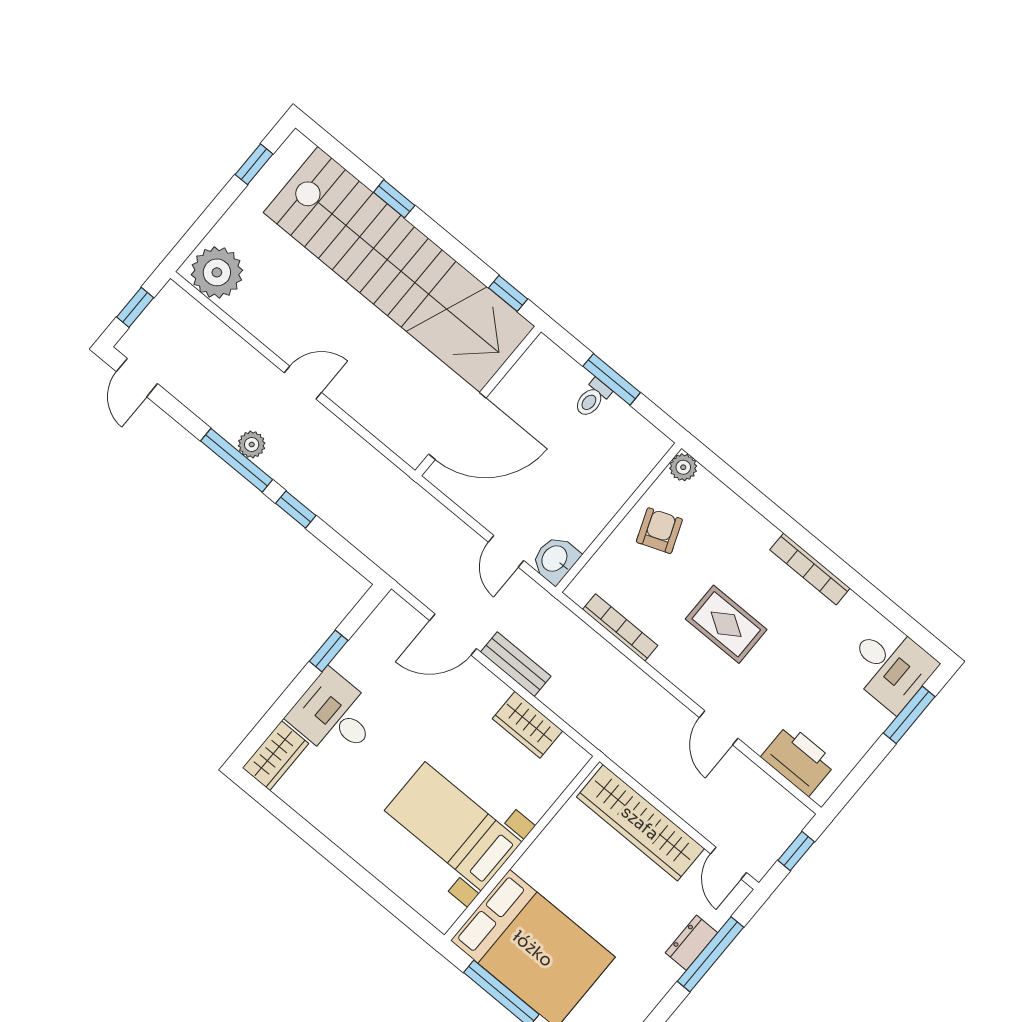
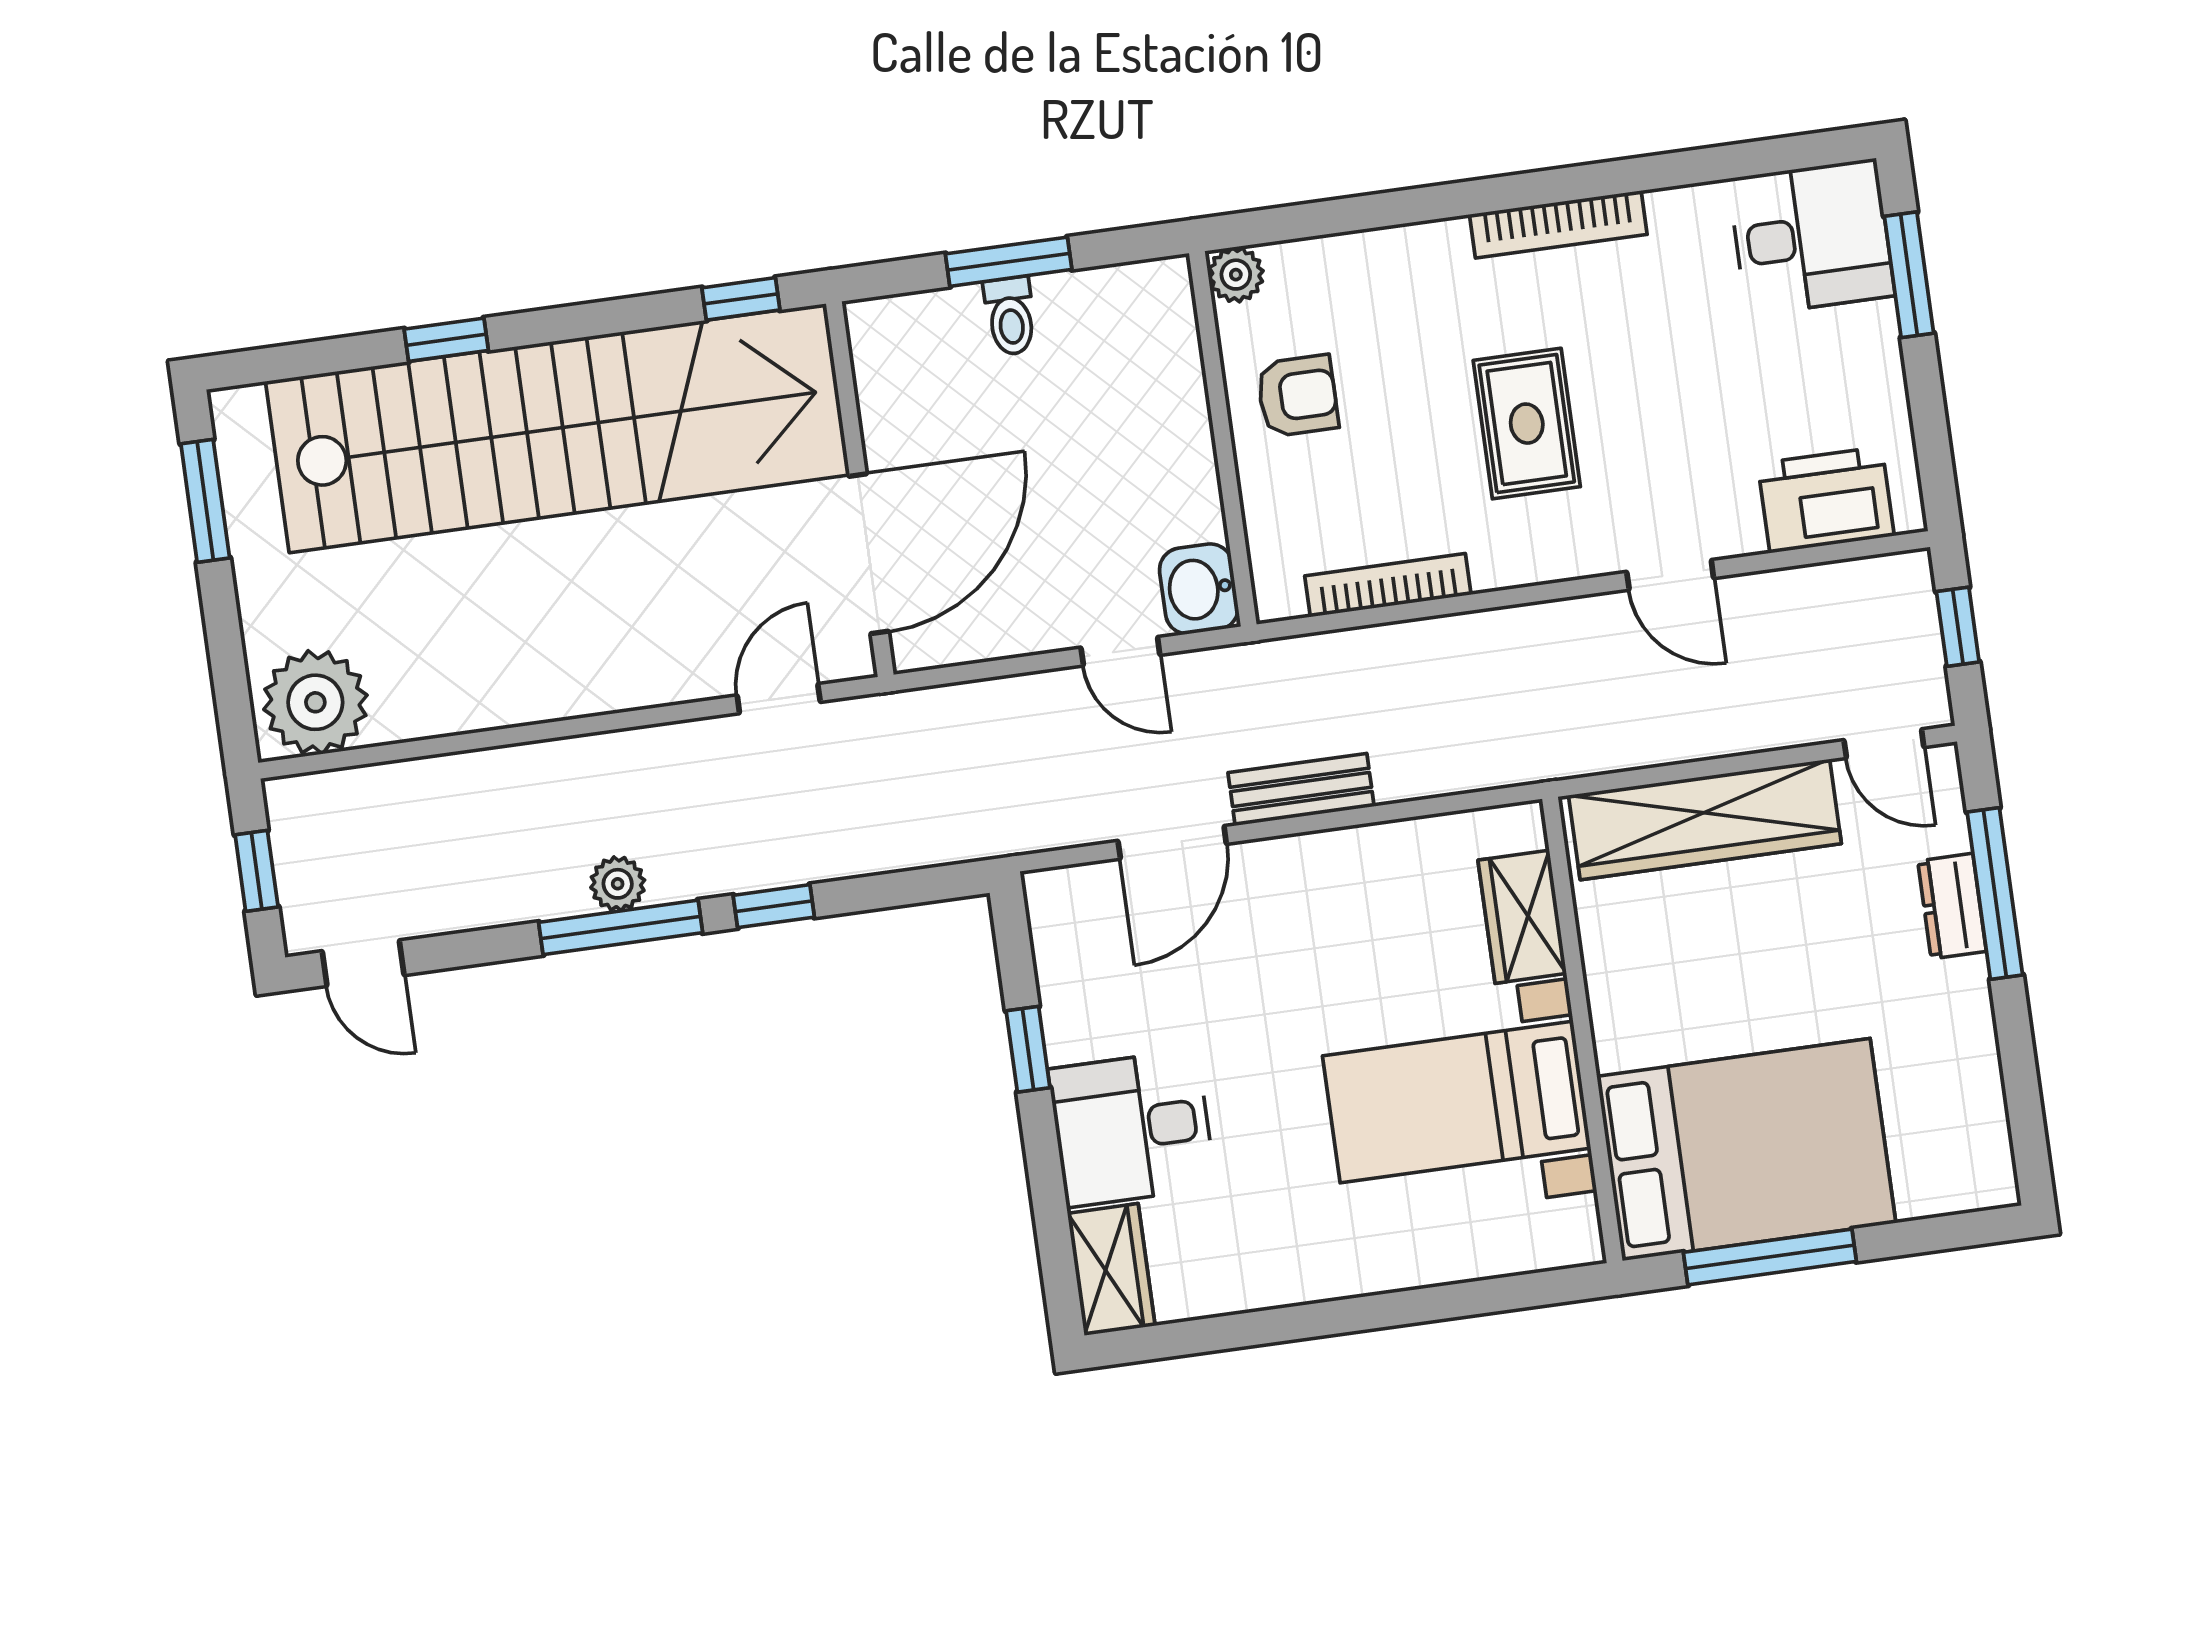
window: (254, 164) -> (205, 501), width x1.50
door: (303, 383) -> (779, 699), moved
armchair: (659, 531) -> (1298, 396), turned 111
rug: (726, 624) -> (1527, 424), turned 90
wardrobe: (528, 725) -> (1522, 917), moved, turned 90

